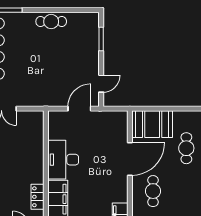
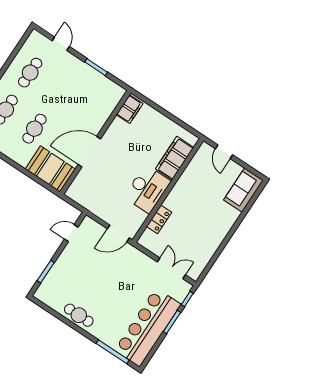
door: (79, 109) -> (118, 233), moved
cafe table: (153, 191) -> (88, 111), removed
locker: (38, 197) -> (159, 219), moved

